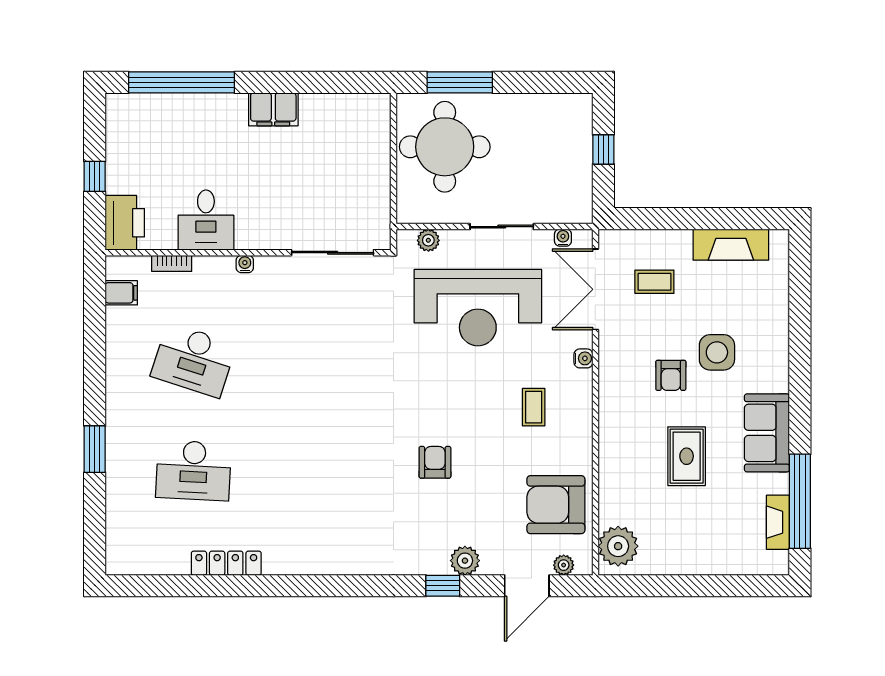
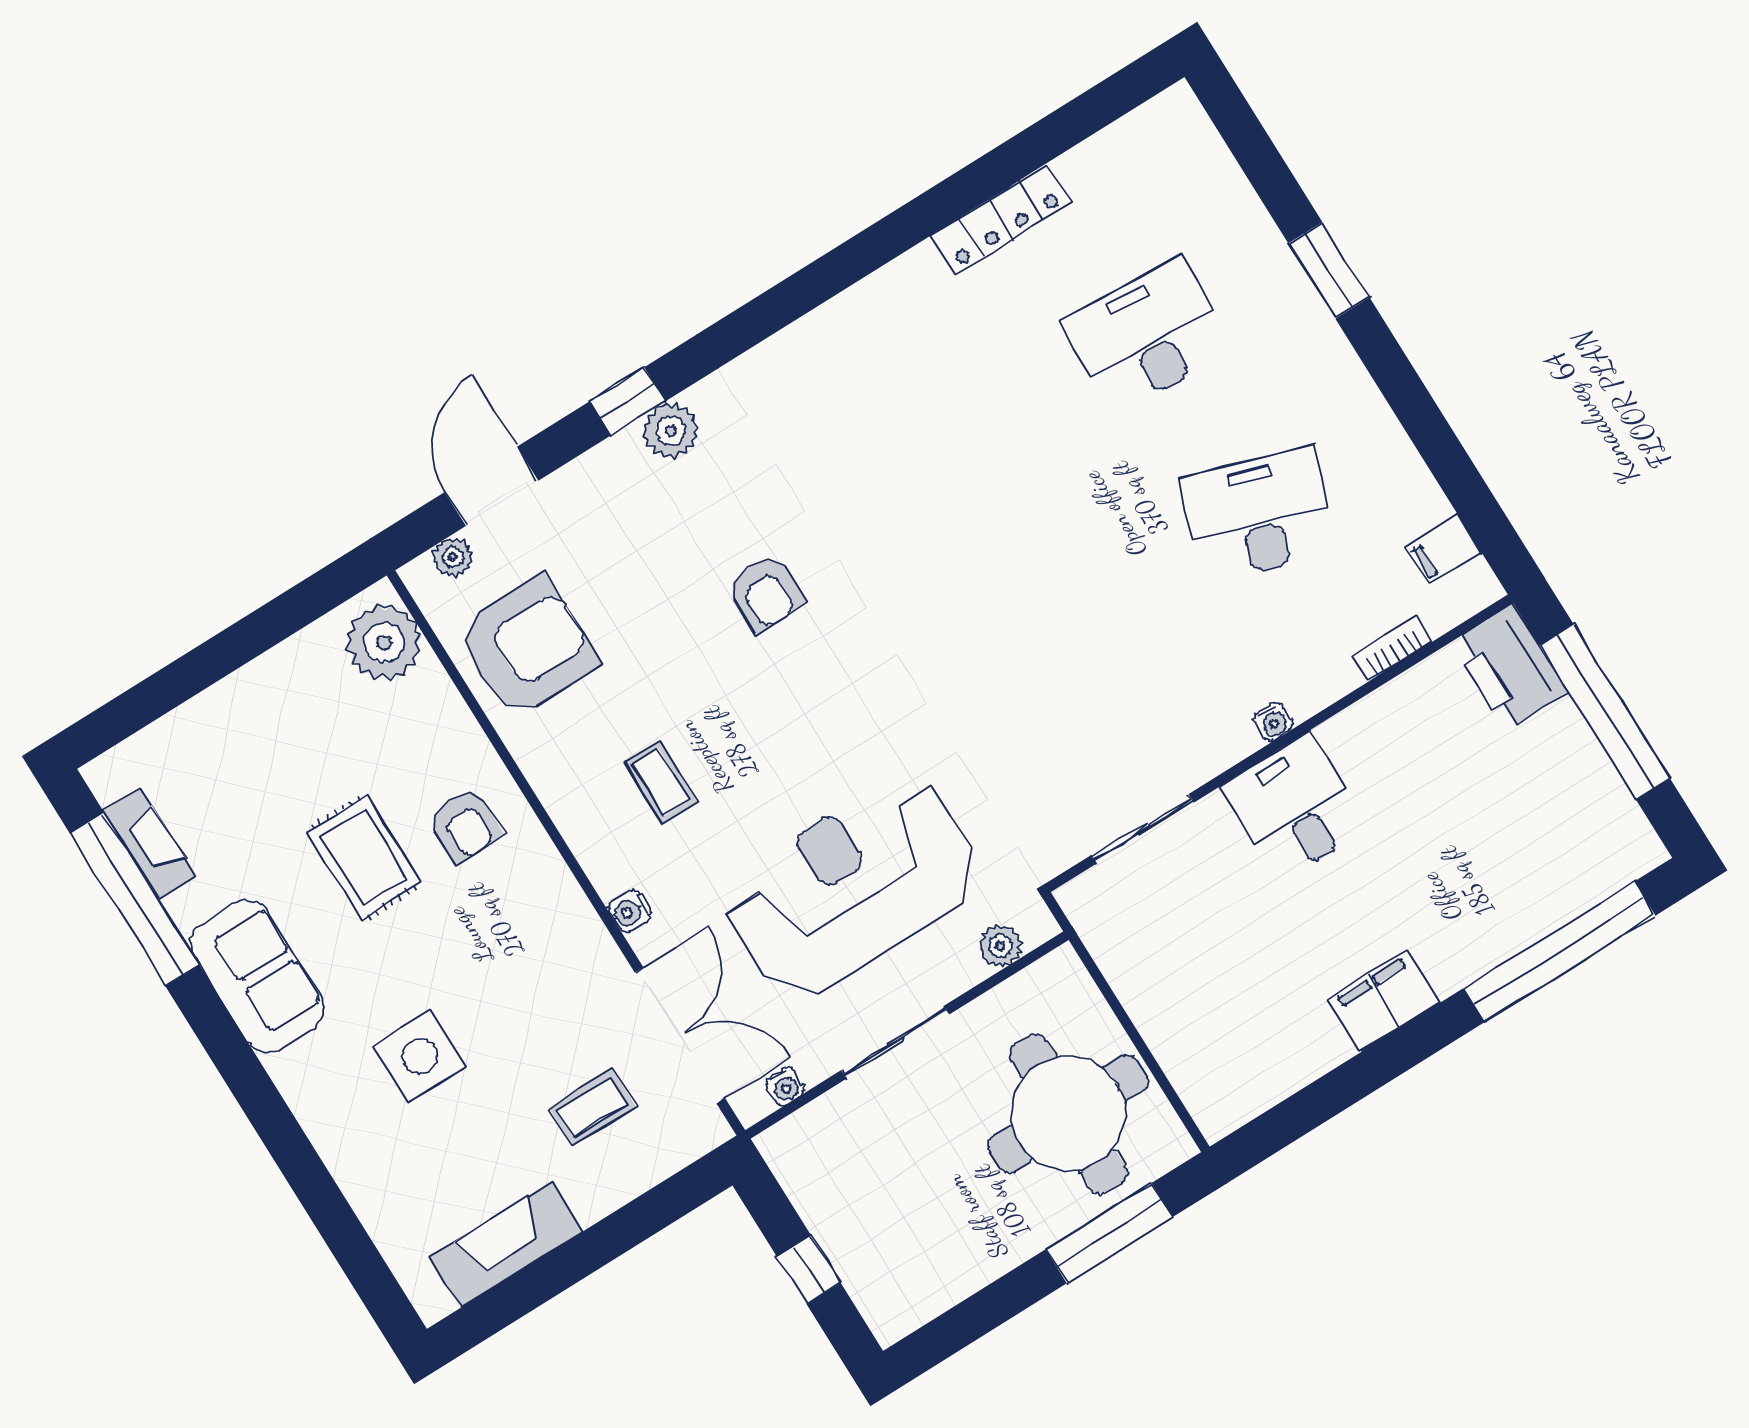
window: (95, 176) -> (1605, 712), width x3.17
desk: (206, 220) -> (1295, 807), moved
sliding door: (333, 253) -> (1142, 829), width x0.73
armchair: (671, 375) -> (465, 825), moved, turned 180
plant: (465, 561) -> (671, 431), moved

